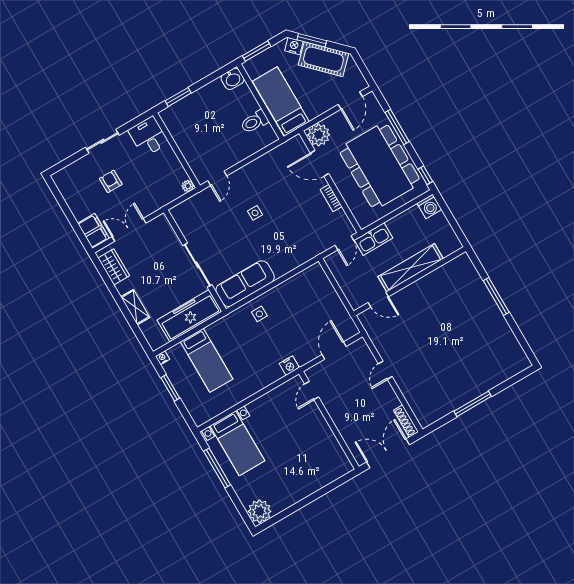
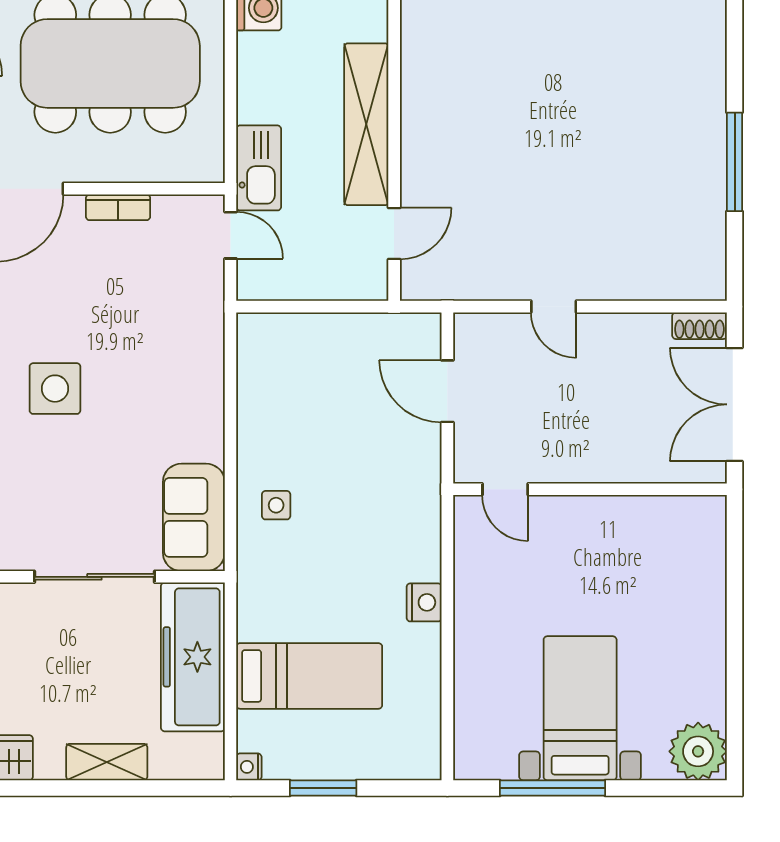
side table: (255, 213) -> (55, 389), width x1.87, depth x1.87
sofa: (245, 284) -> (194, 517), width x0.73
nightstand: (289, 366) -> (424, 602), moved
shoe rack: (406, 421) -> (700, 326), width x0.70
bed with nightstands: (237, 443) -> (580, 708), moved, turned -90

